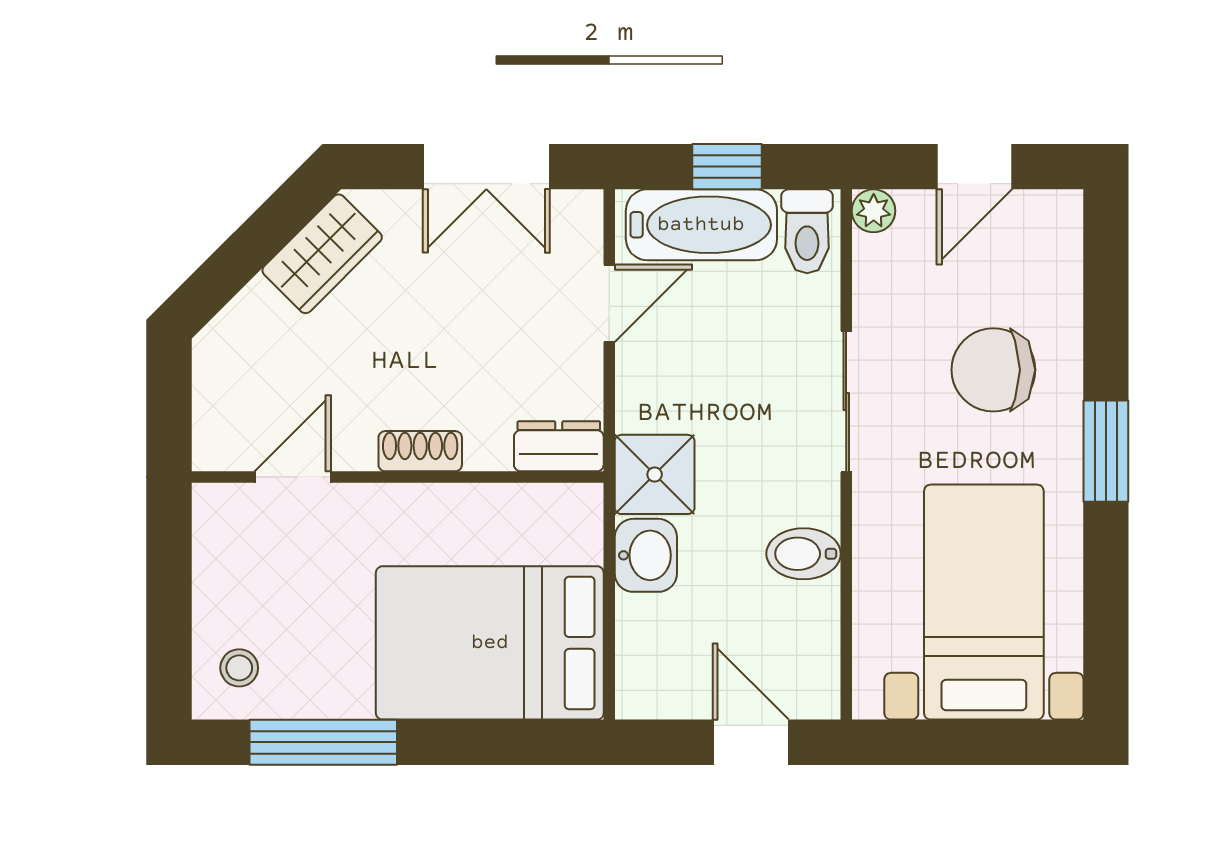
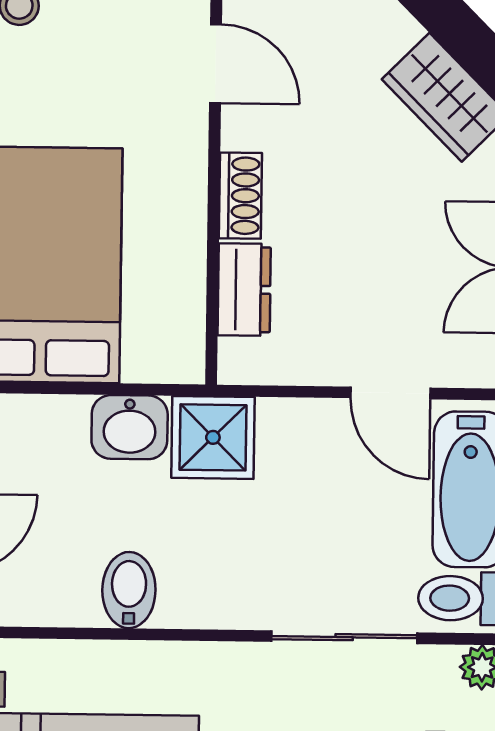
sliding door: (846, 401) -> (344, 637), moved
dresser: (559, 446) -> (244, 290), moved

